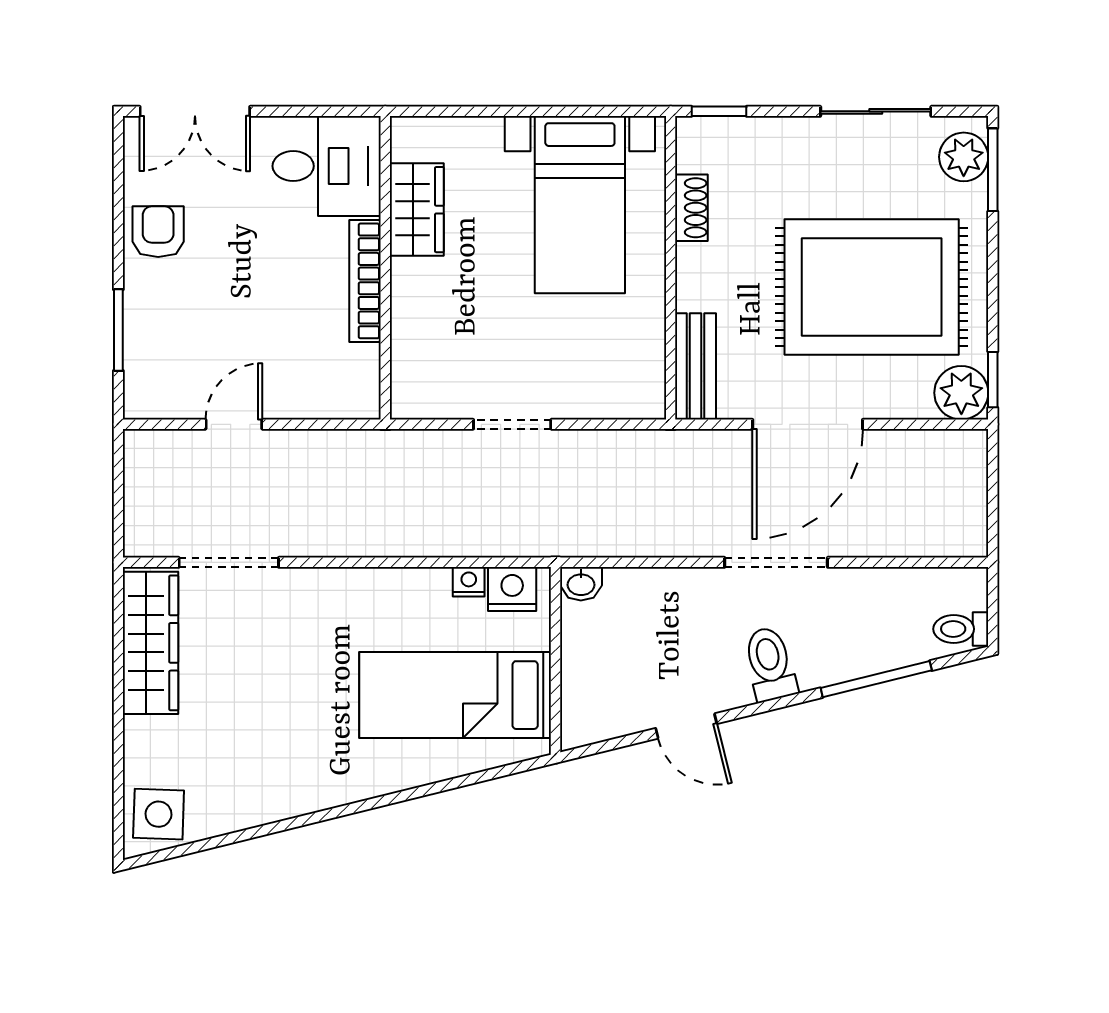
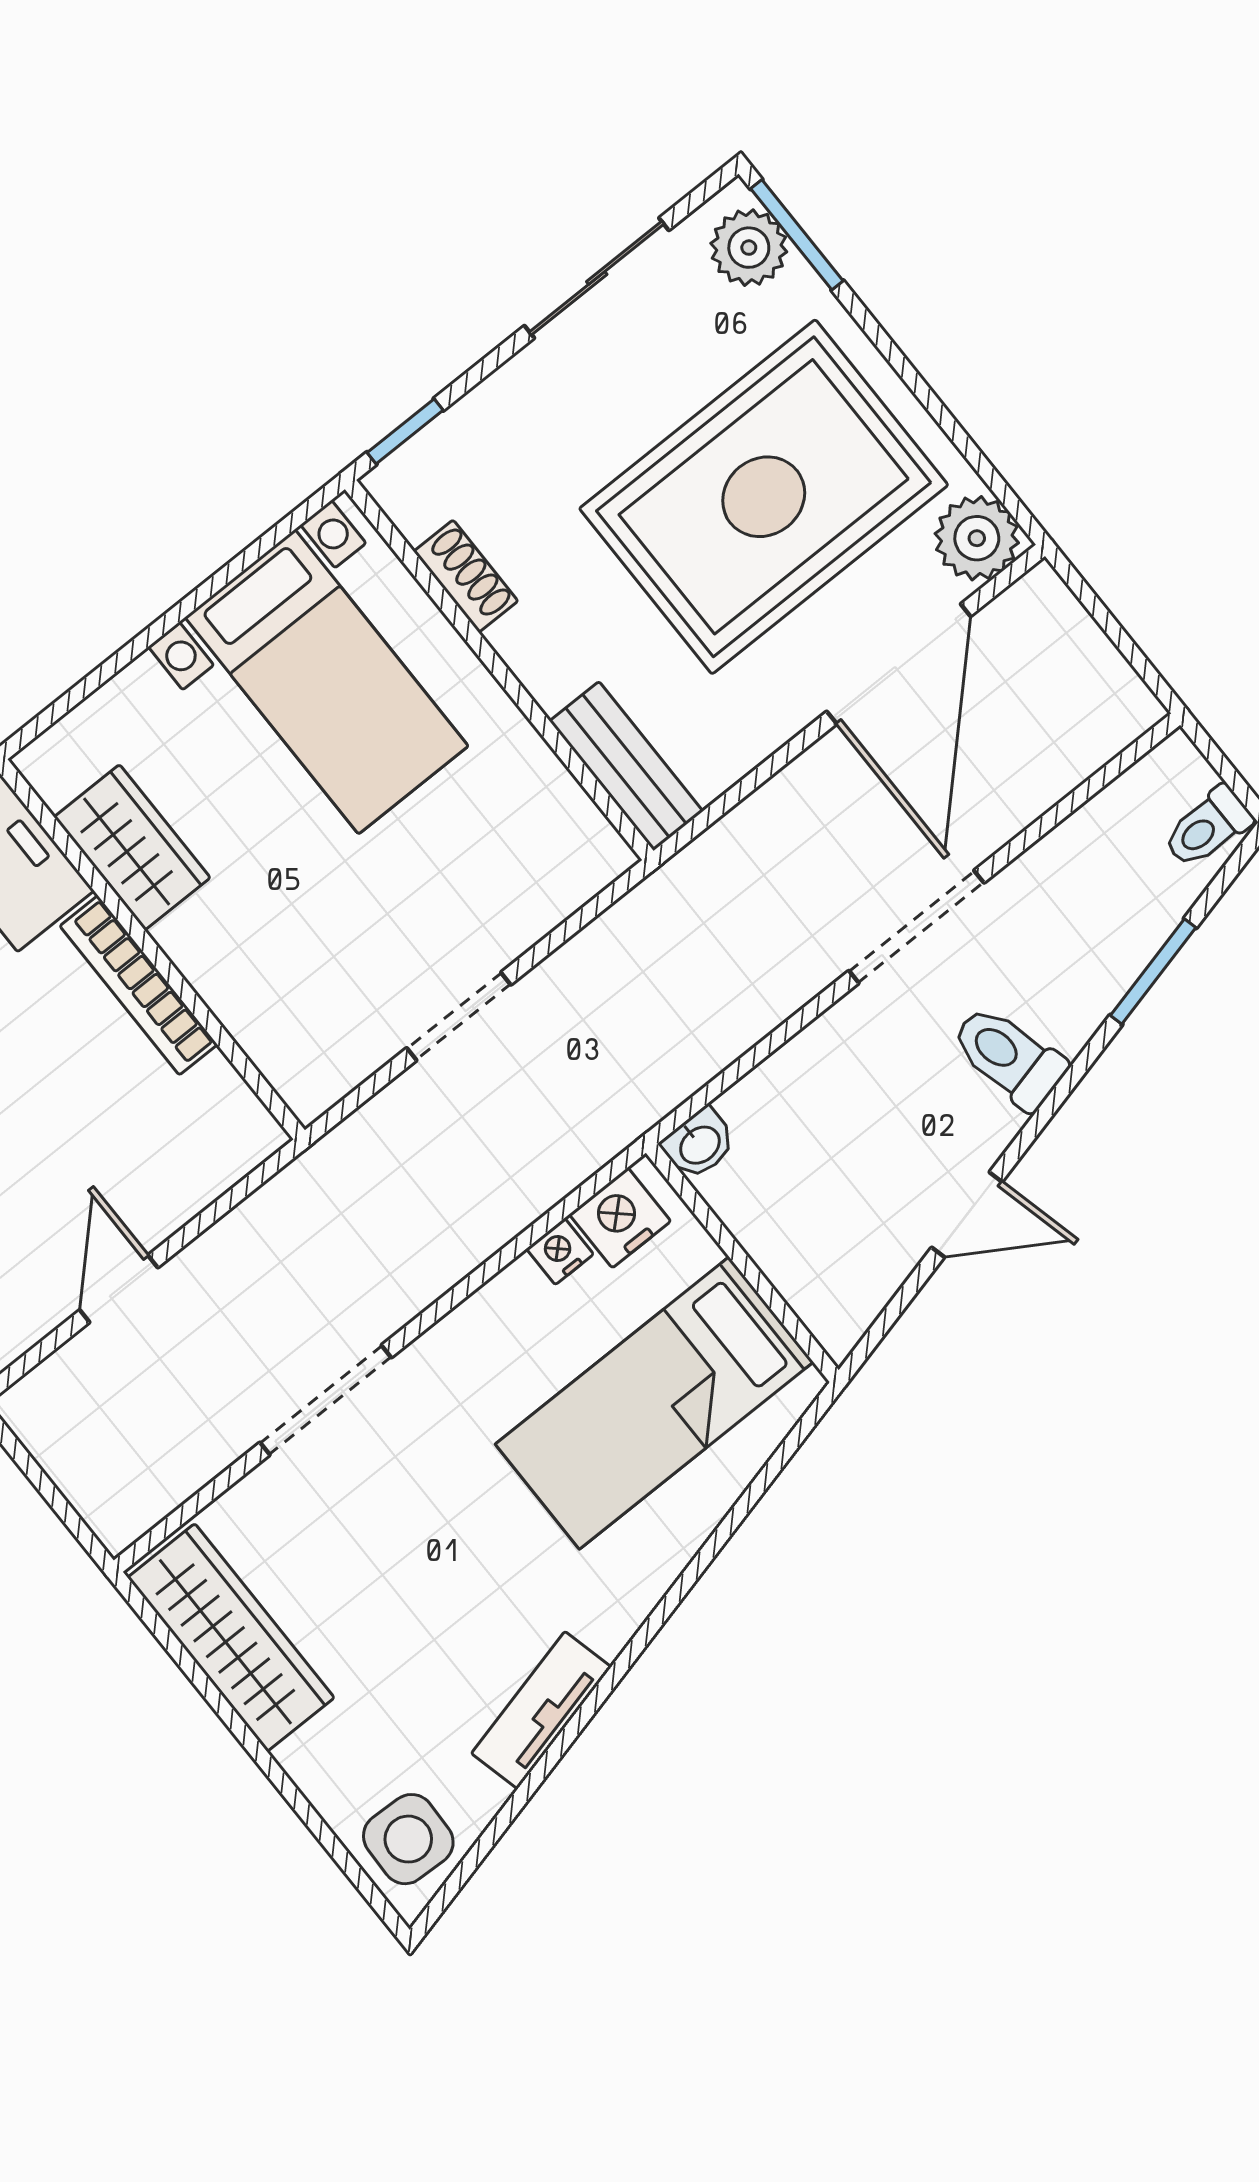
window: (993, 380) -> (1002, 491), removed
door: (808, 424) -> (899, 664), moved
doorway: (229, 562) -> (326, 1400), moved
window: (876, 679) -> (1153, 972), width x0.69
tv unit: (276, 803) -> (541, 1710), added

